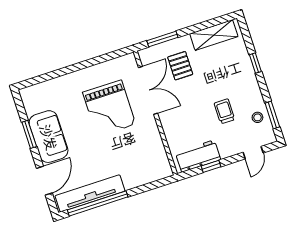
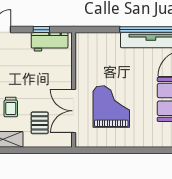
window: (162, 39) -> (47, 150), removed
trolley: (224, 111) -> (11, 107), moved

